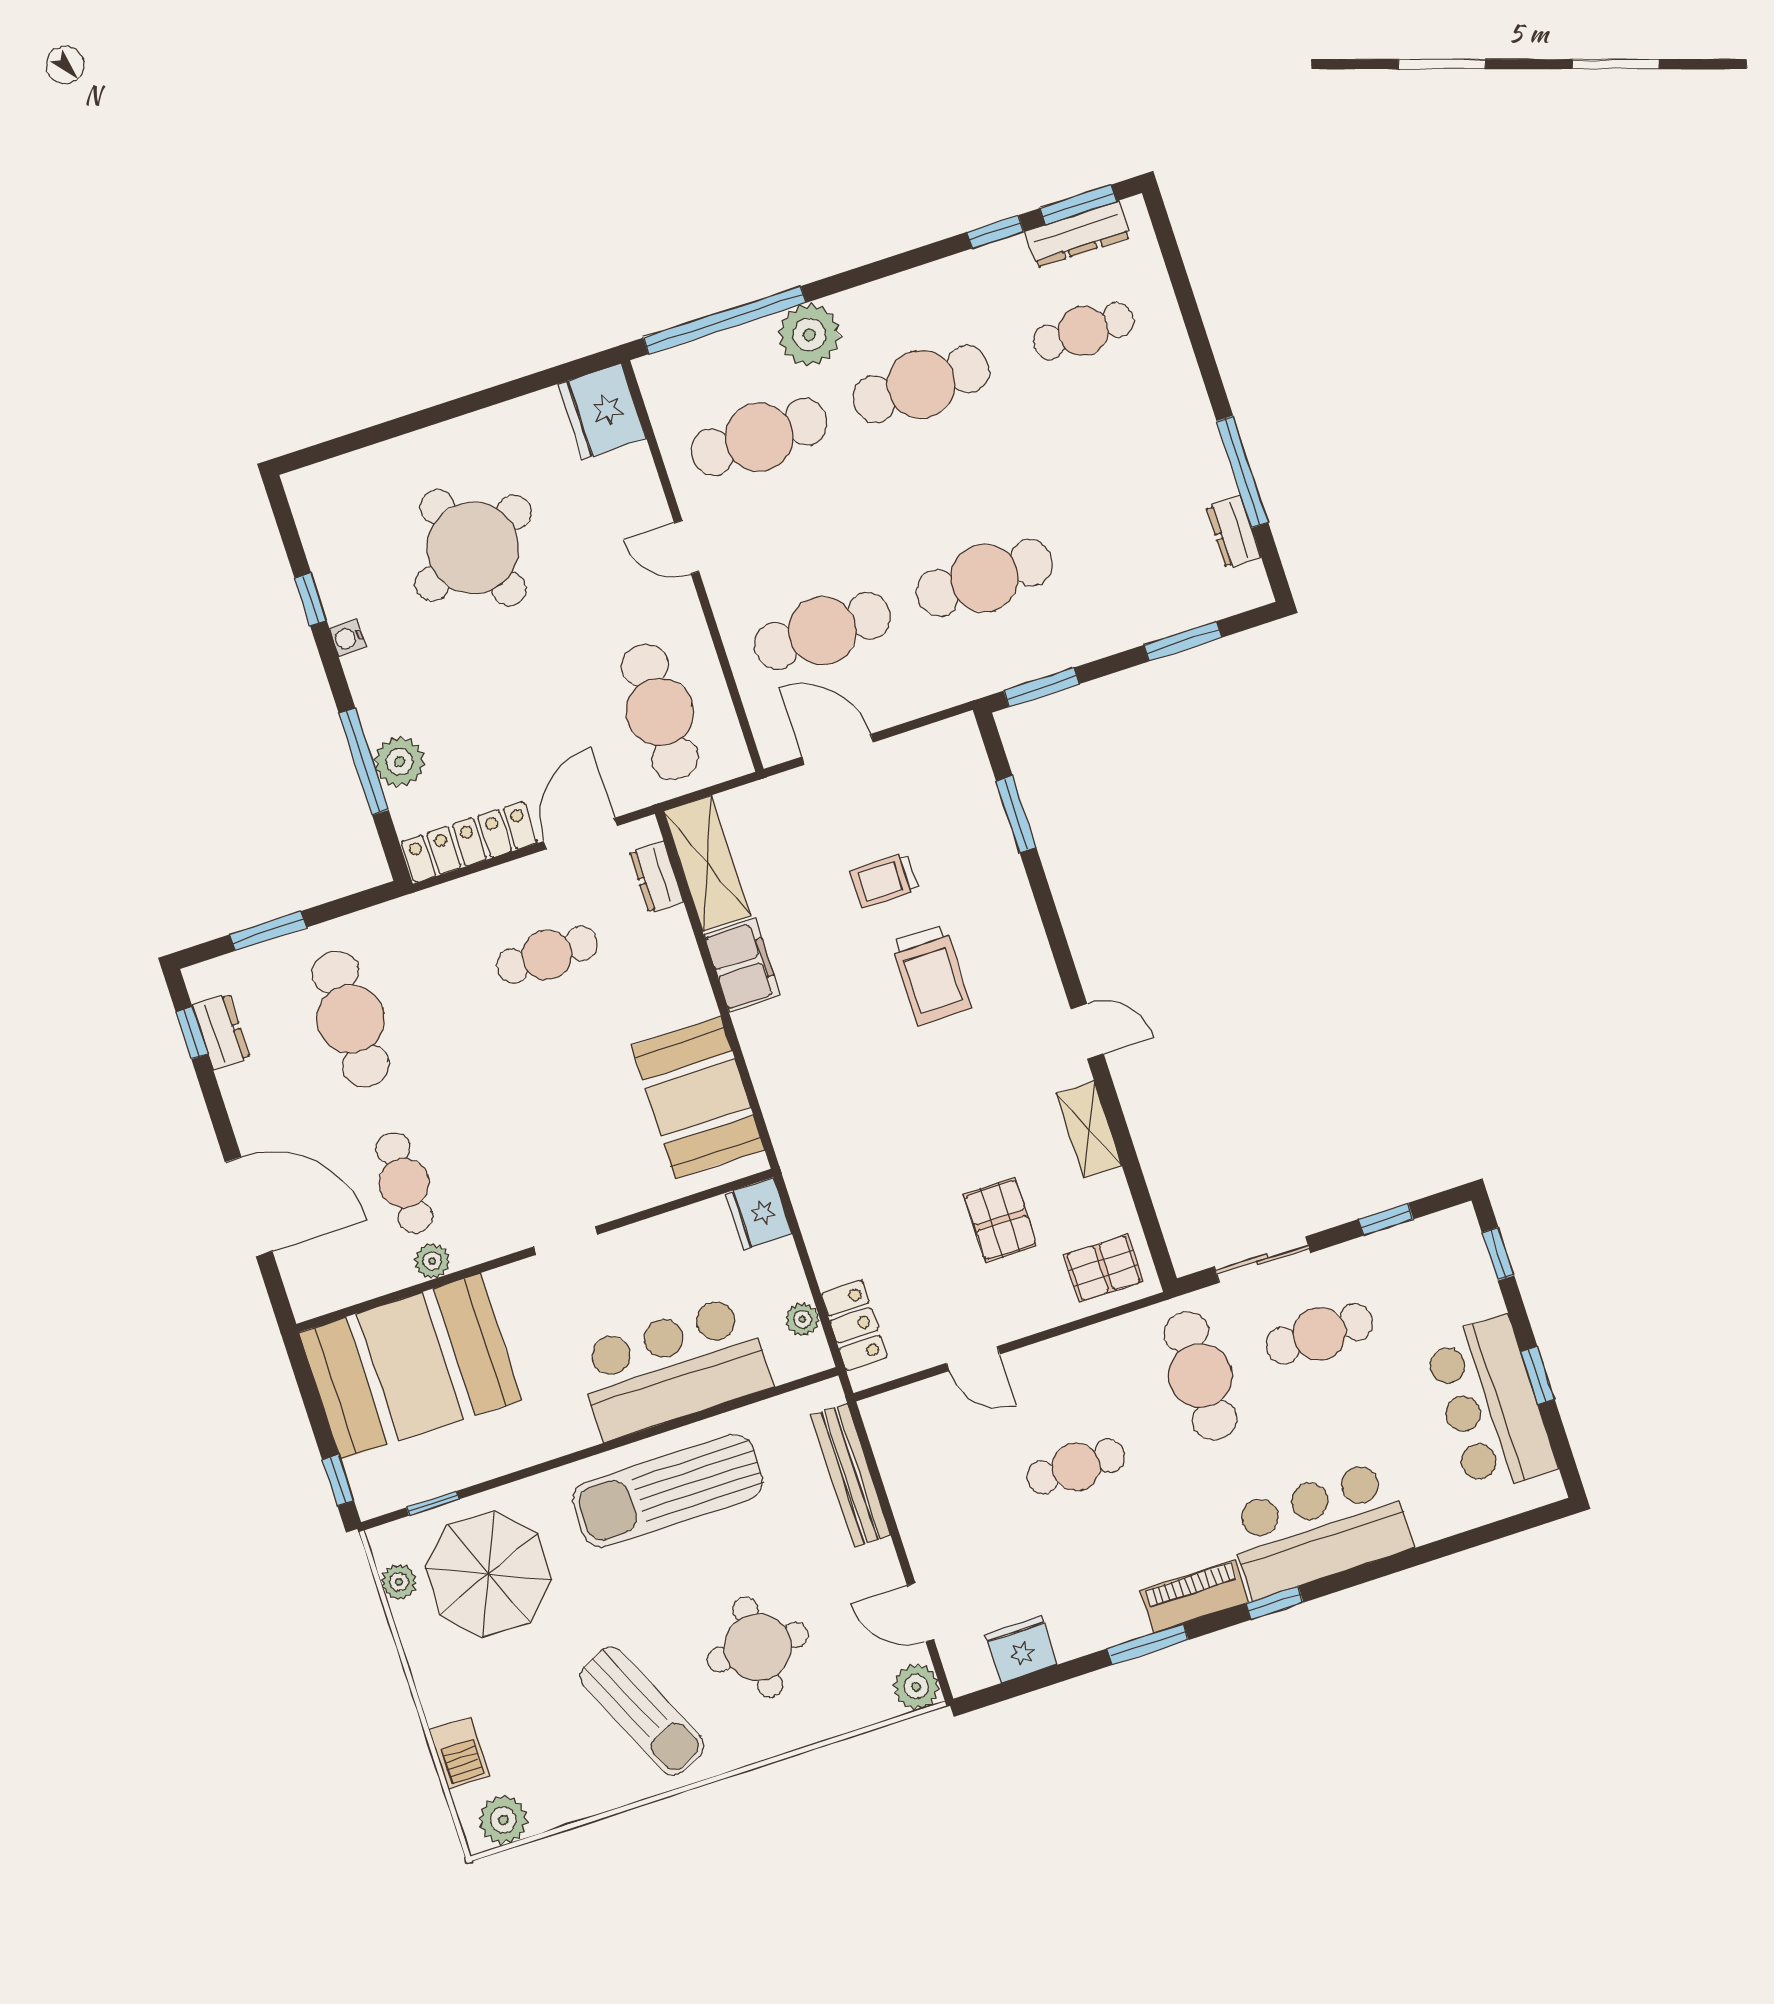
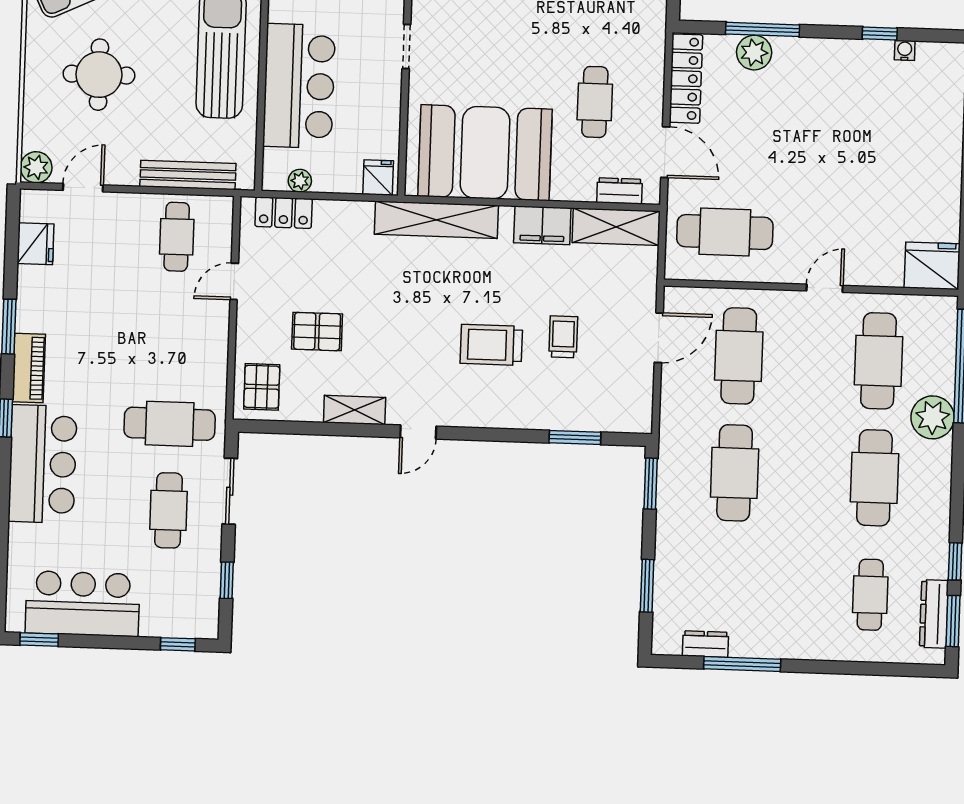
round table: (473, 548) -> (875, 150), removed
water cooler: (348, 638) -> (905, 50), moved
booth: (698, 1098) -> (485, 153), width x1.36, depth x1.42
shelving: (787, 1113) -> (436, 220), added
fridge: (759, 1214) -> (378, 178), width x0.72
window: (1538, 1375) -> (39, 639), moved
cafe table: (1076, 1467) -> (177, 237), moved

